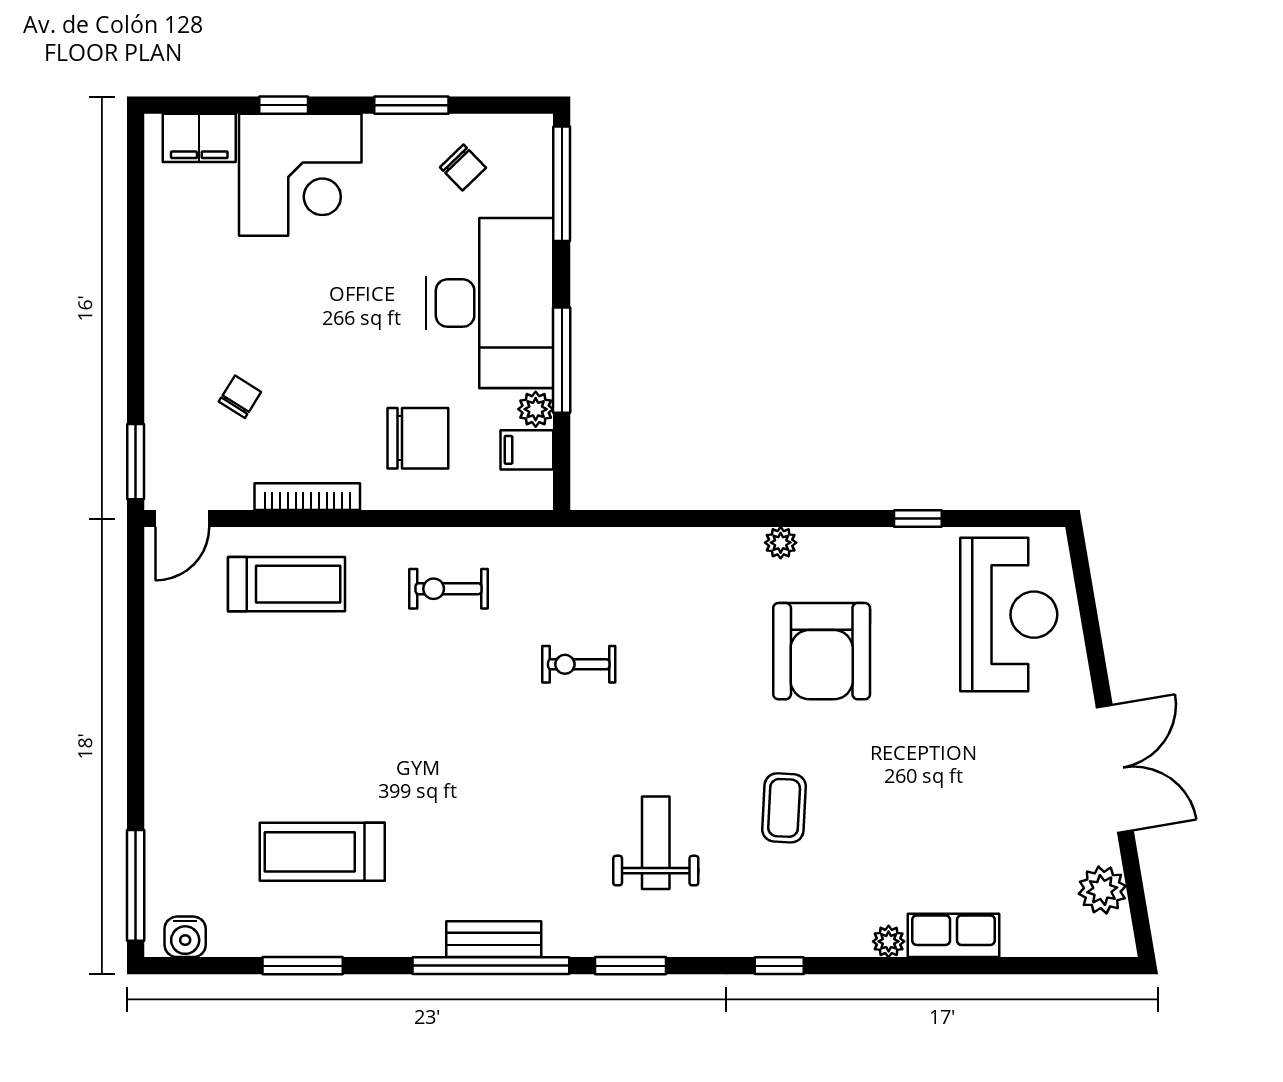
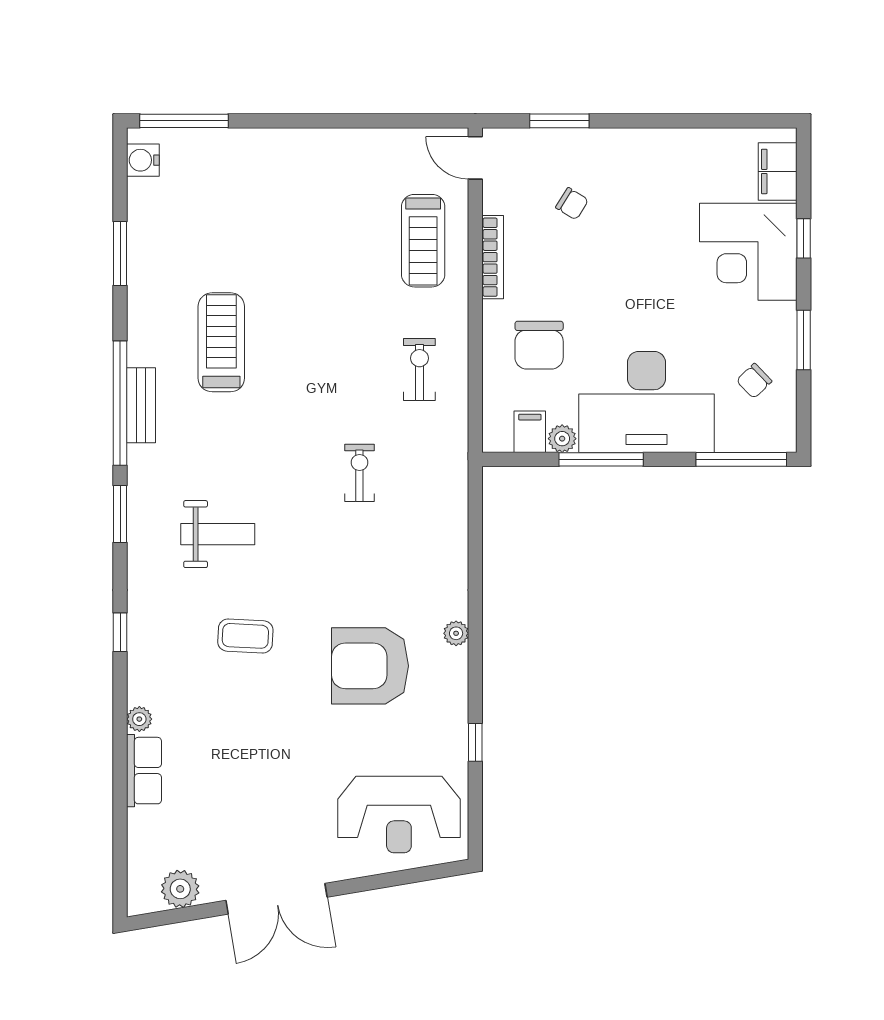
window: (136, 462) -> (559, 121), moved
treadmill: (322, 852) -> (221, 342), moved

